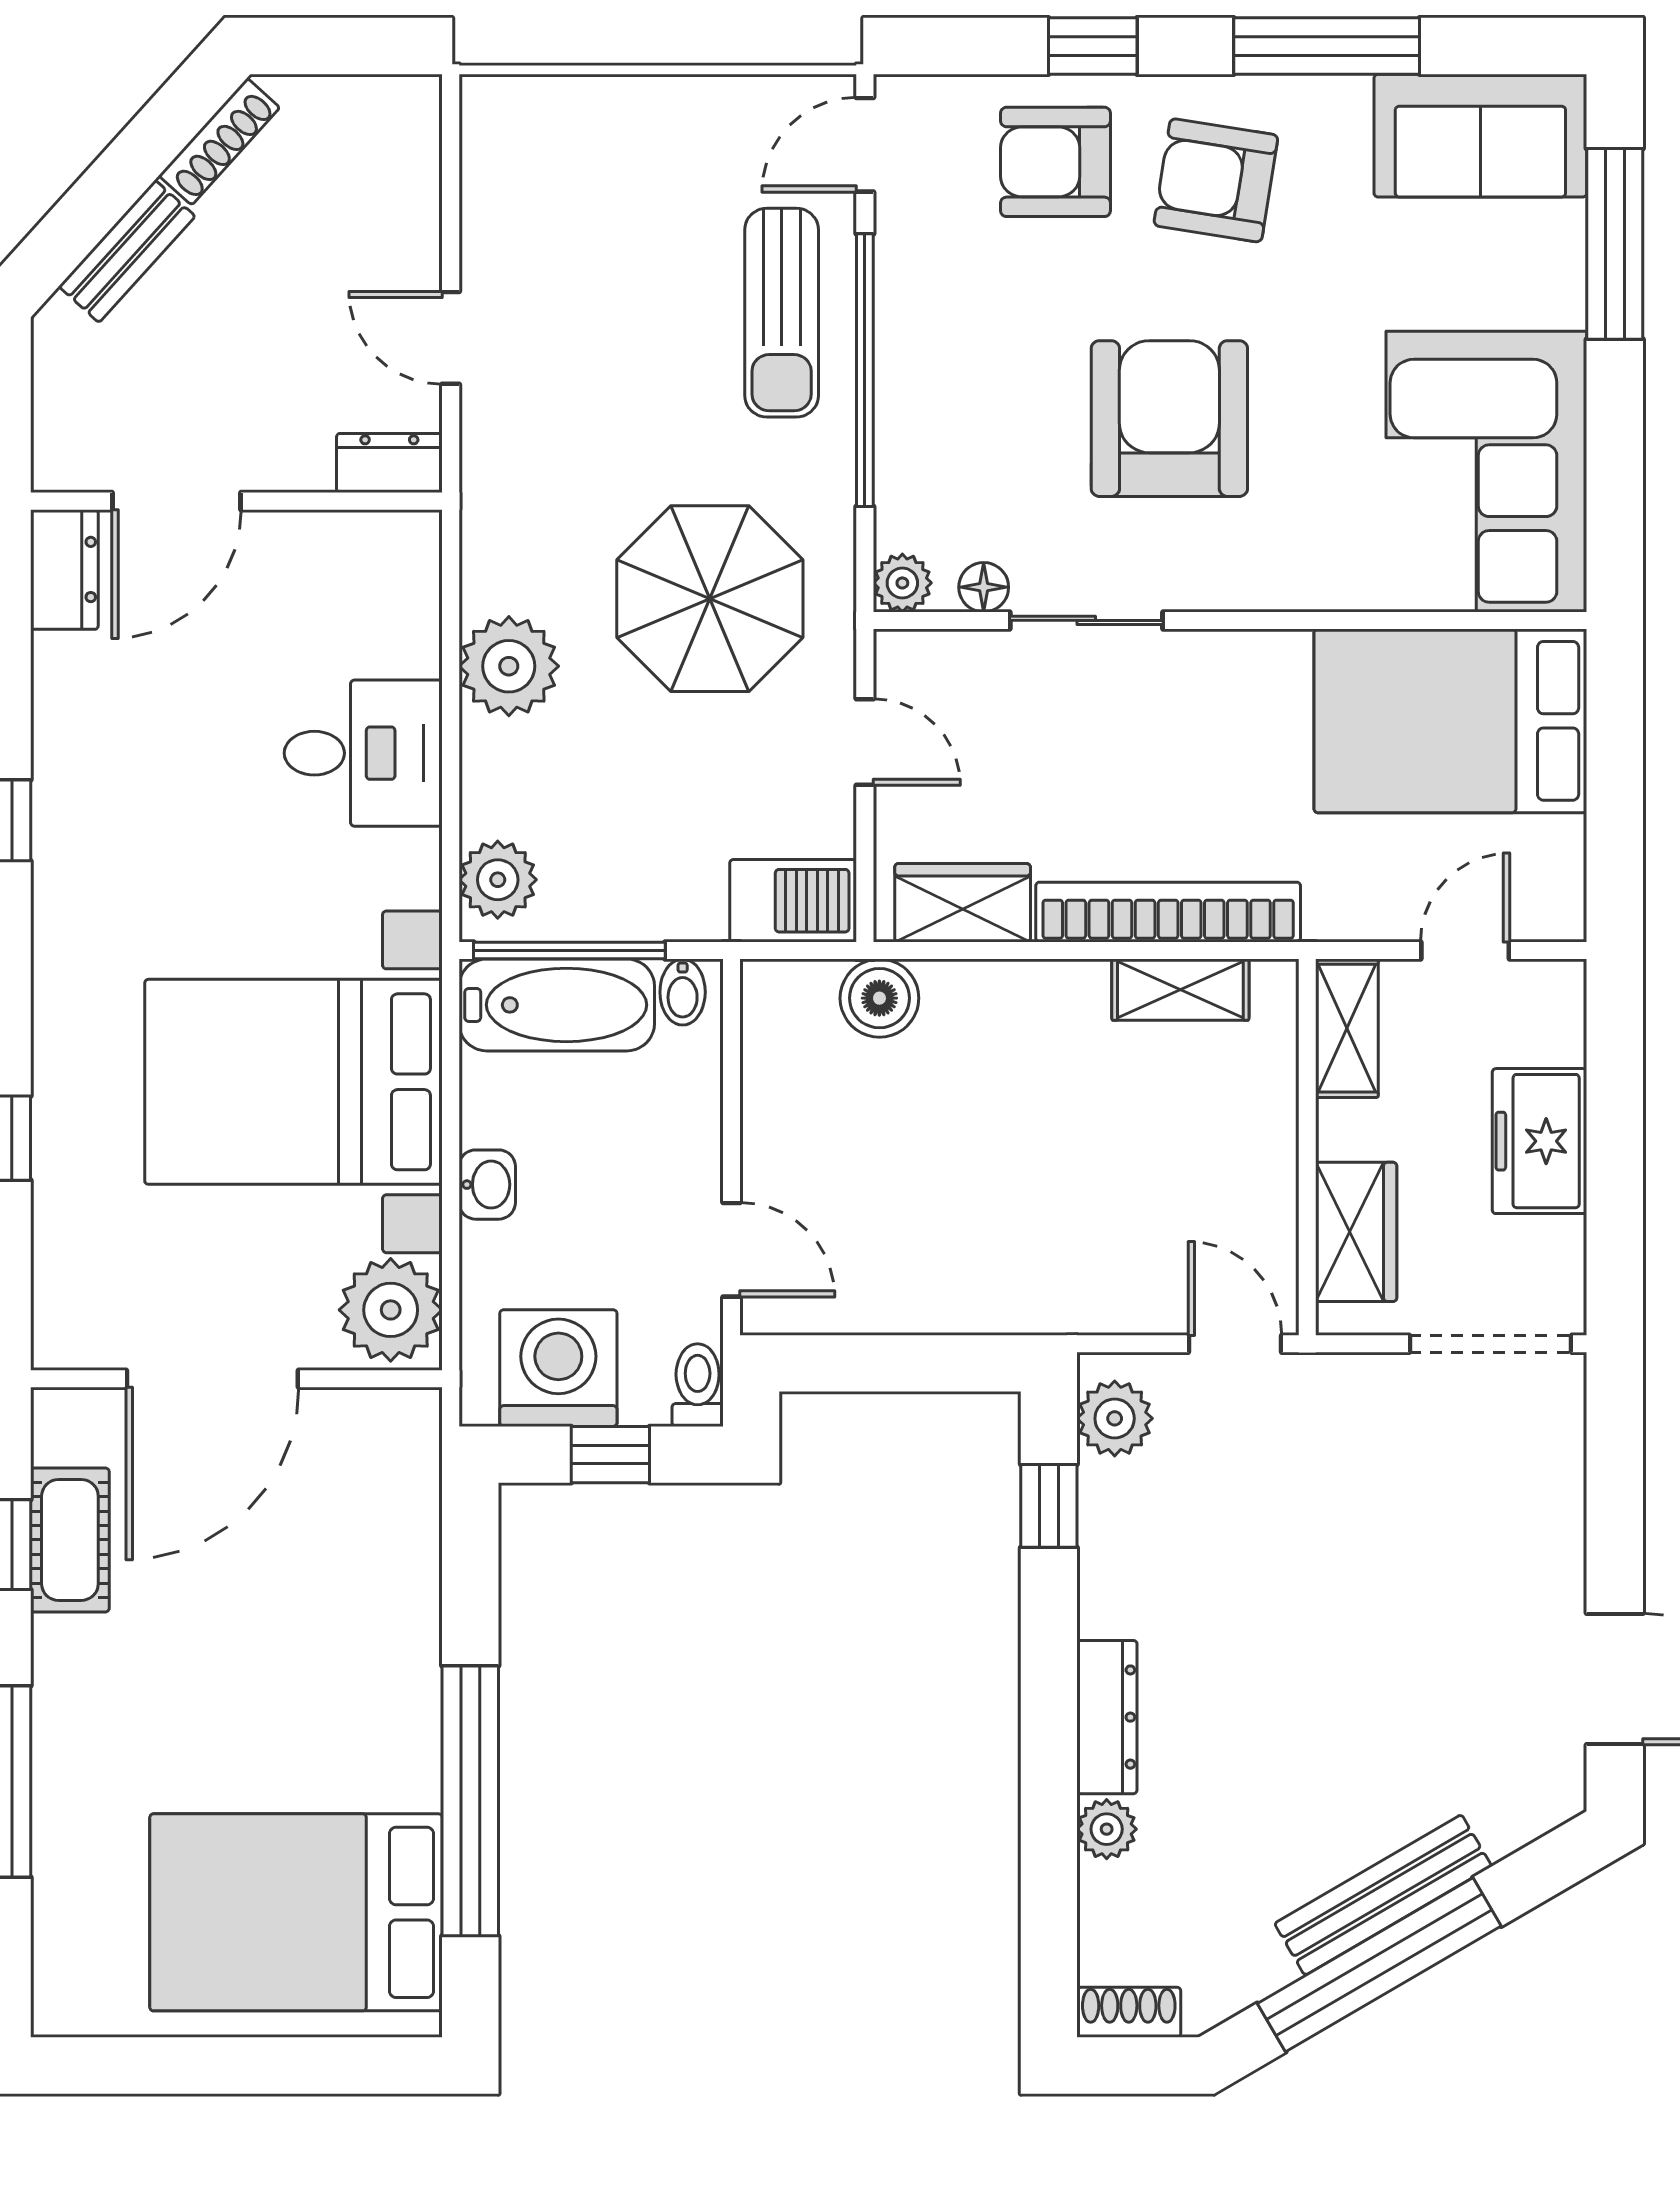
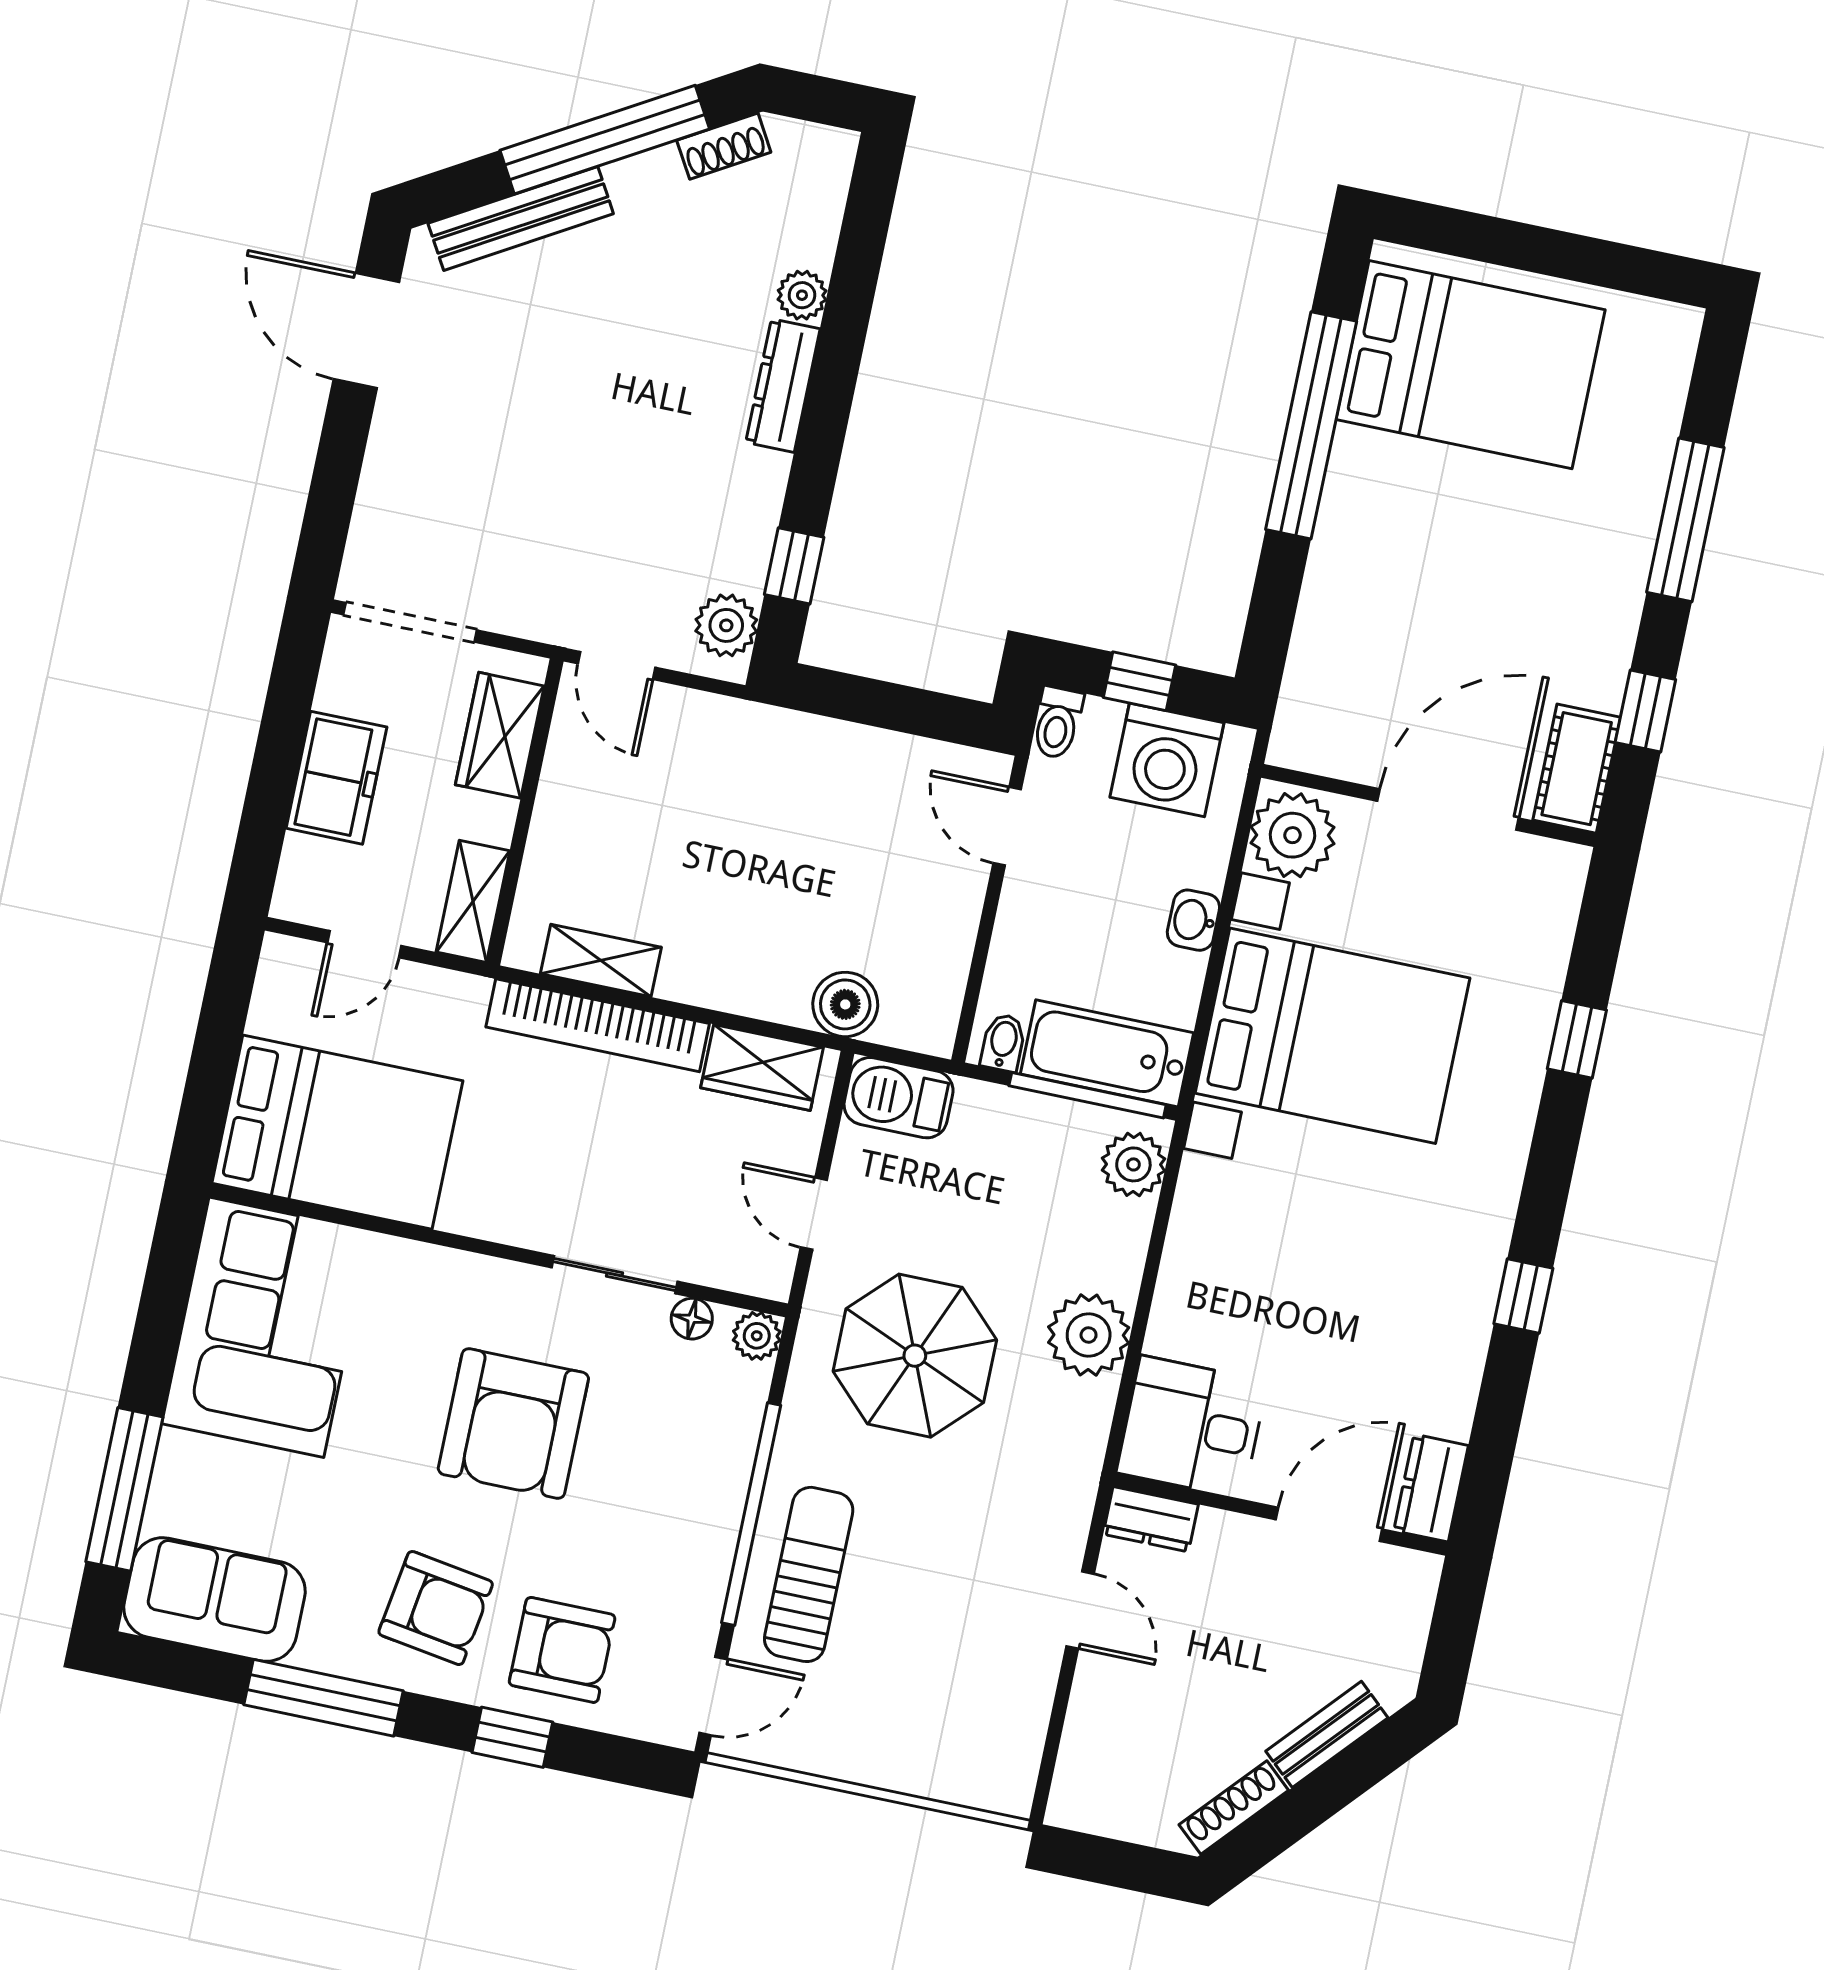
desk: (363, 753) -> (1192, 1427), moved
cot: (70, 1540) -> (1577, 769), moved
bench: (1383, 1895) -> (521, 219), moved
shoe rack: (1129, 2012) -> (724, 146), moved, turned -30

